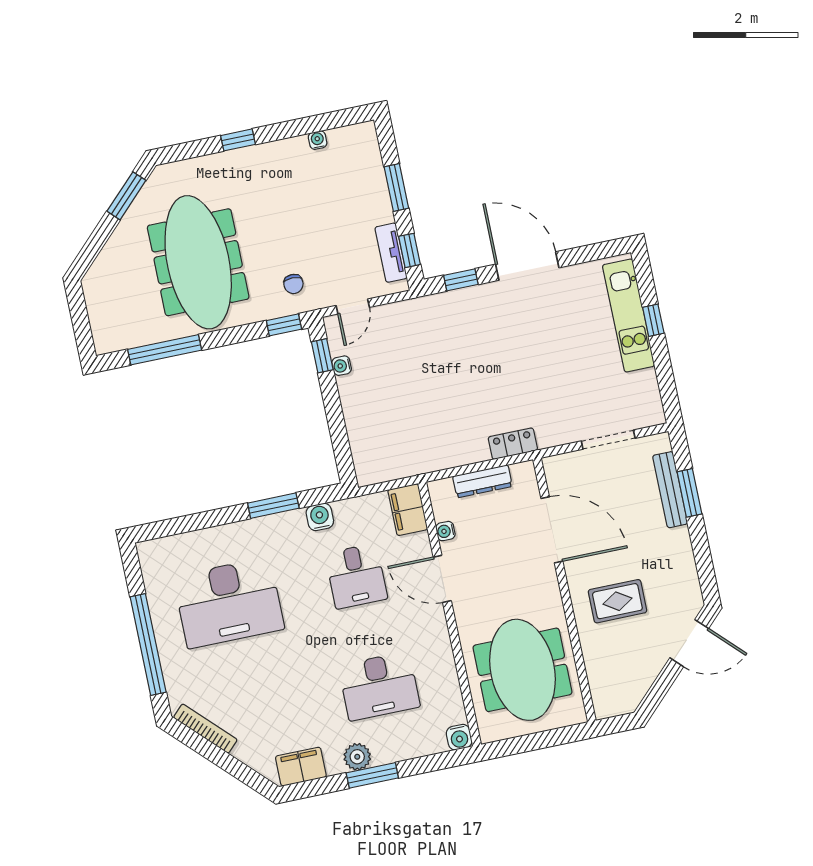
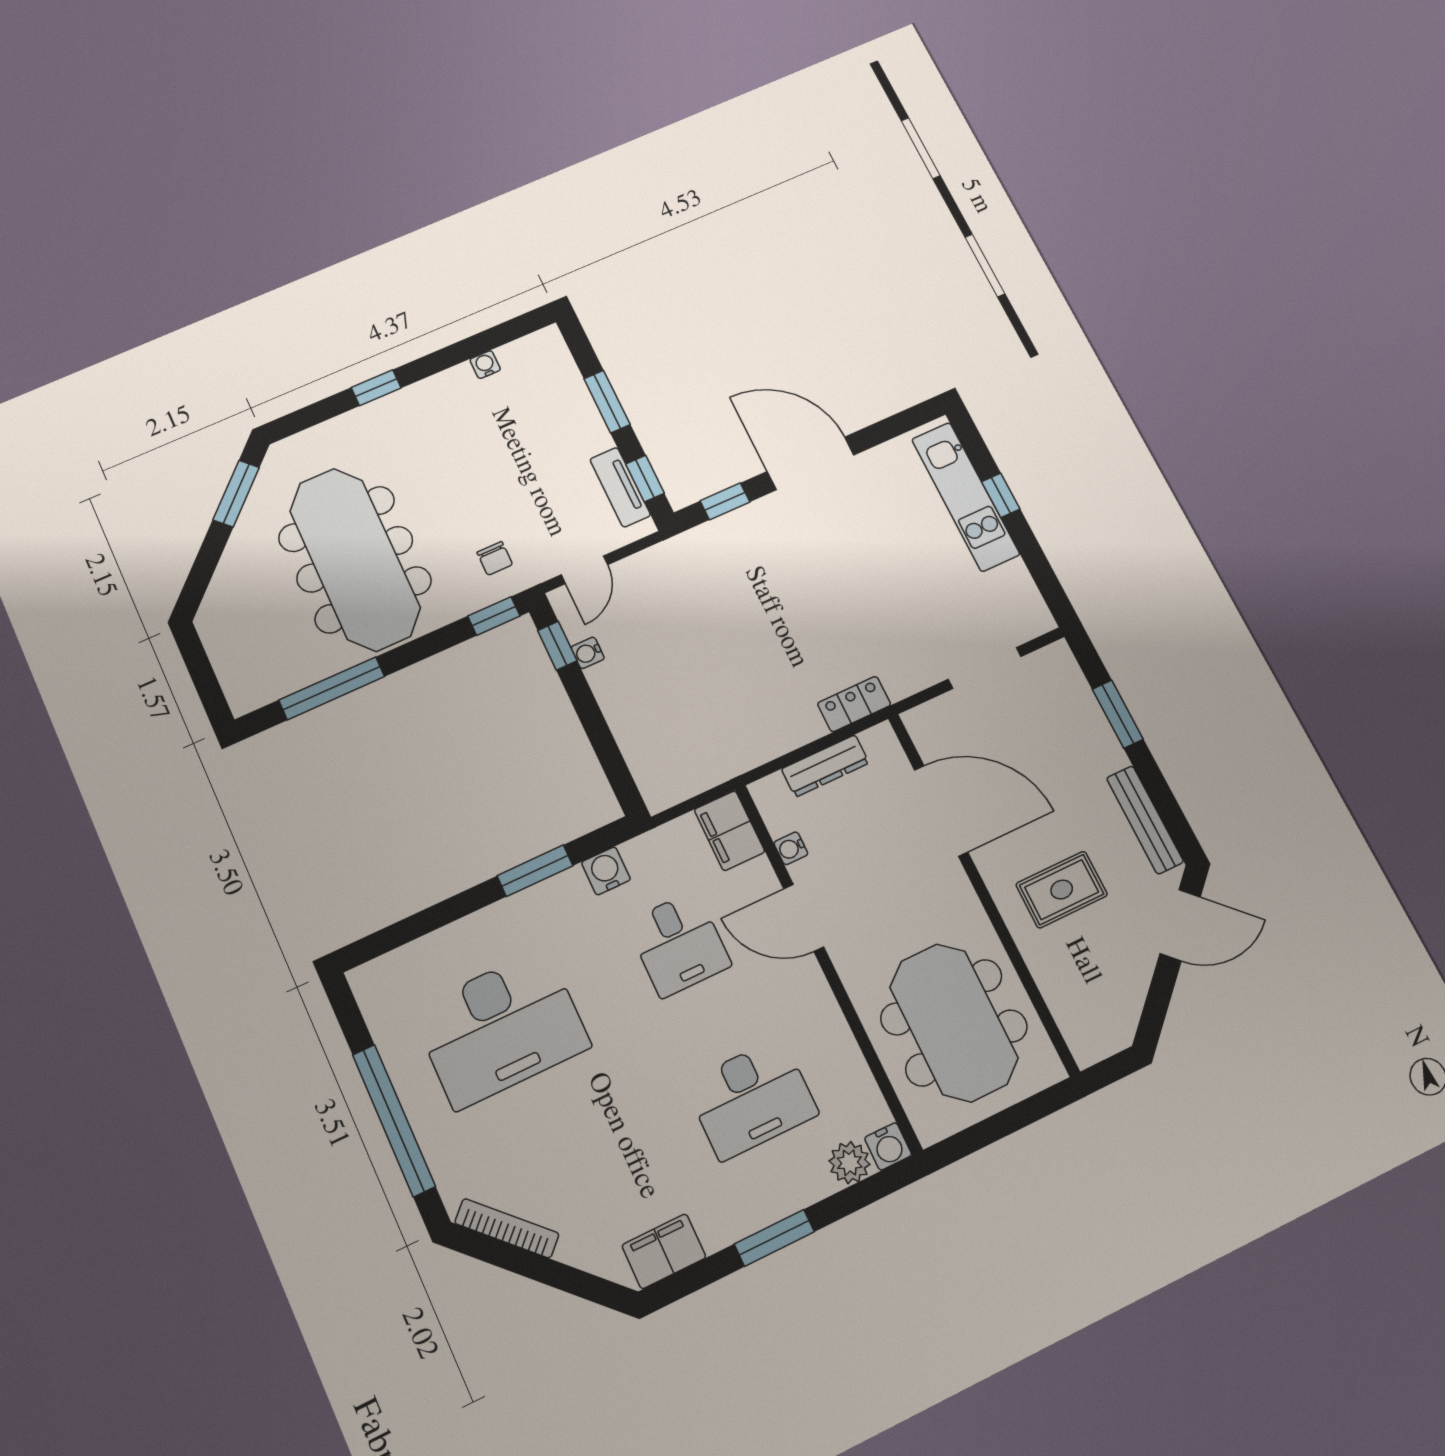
bench: (670, 490) -> (1145, 820), moved
plant: (357, 757) -> (850, 1163), moved

